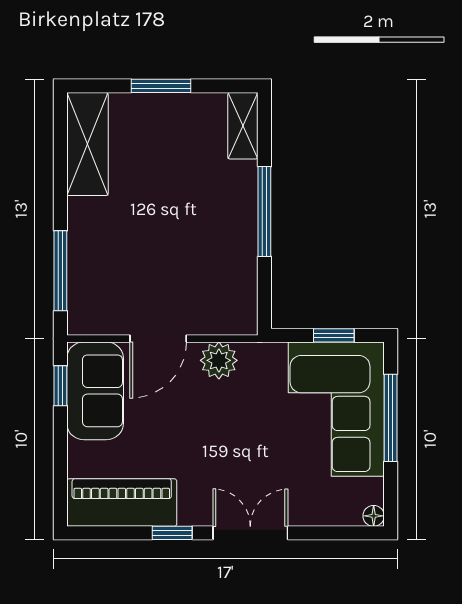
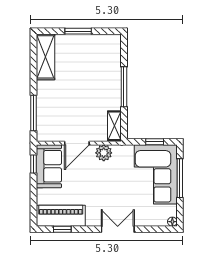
shelving: (243, 126) -> (114, 126), moved
window: (172, 533) -> (62, 229), moved

